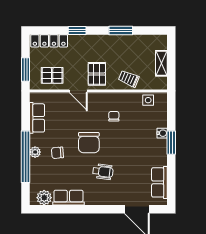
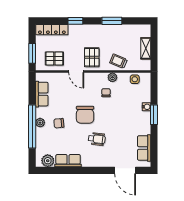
plant: (122, 98) -> (112, 77), added

